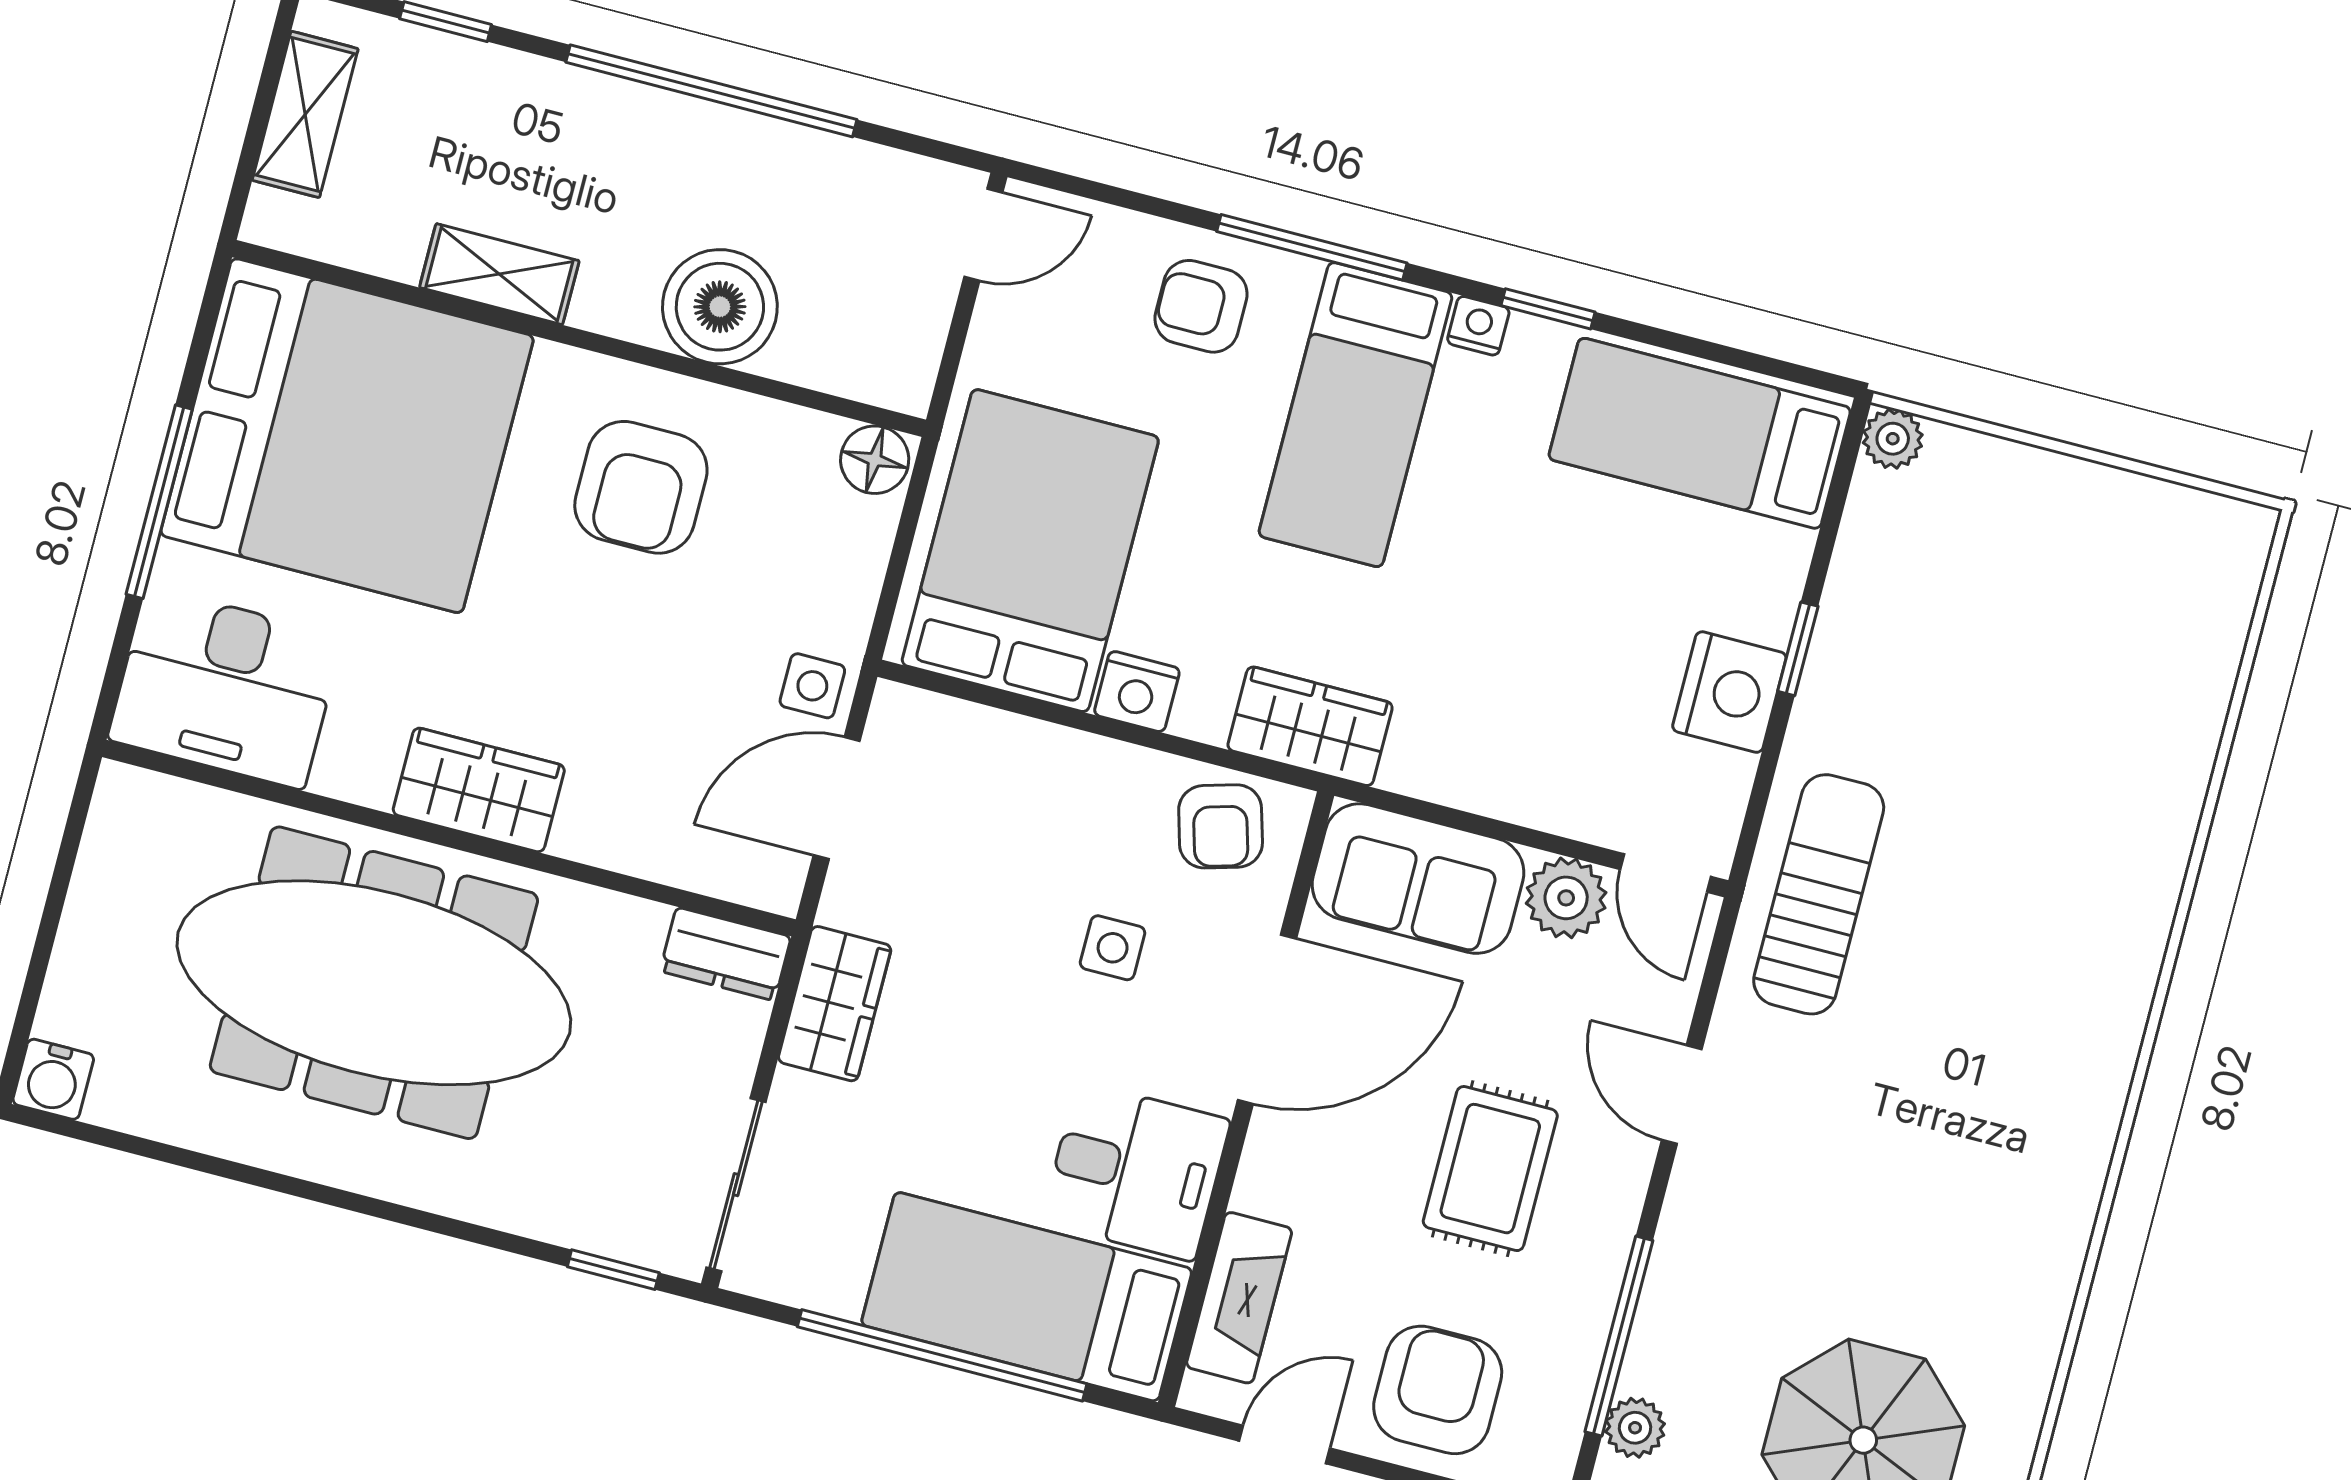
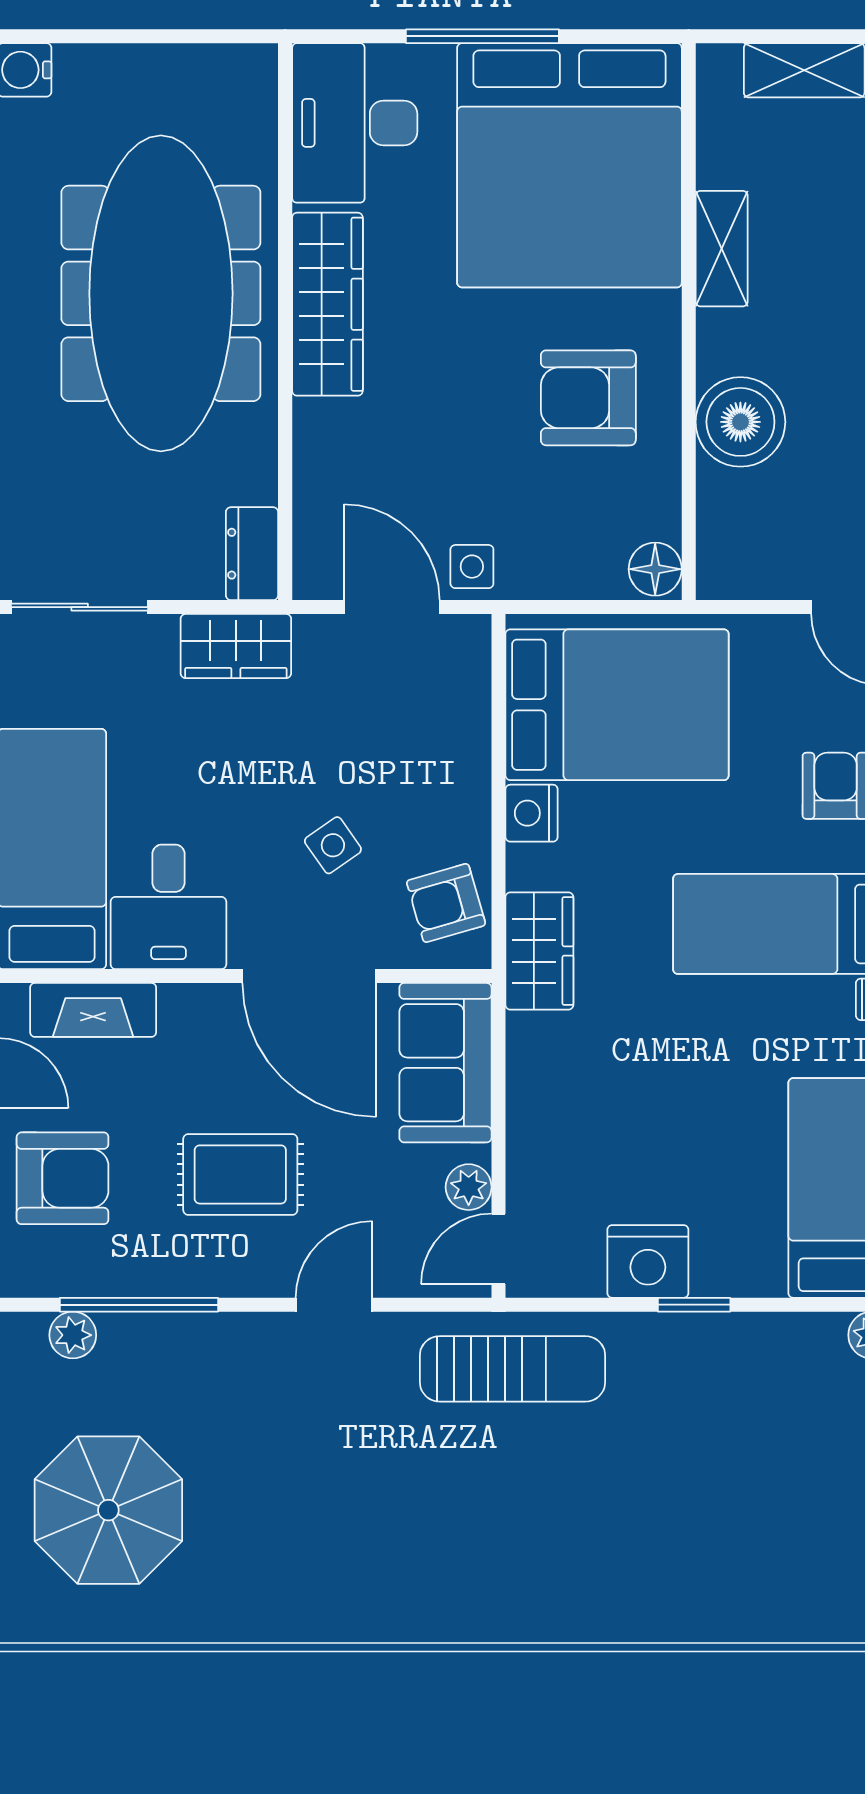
wardrobe: (479, 790) -> (327, 304), width x1.50
plant: (1566, 898) -> (469, 1187), width x0.73, depth x0.73
side table: (1113, 948) -> (333, 845), turned -35

